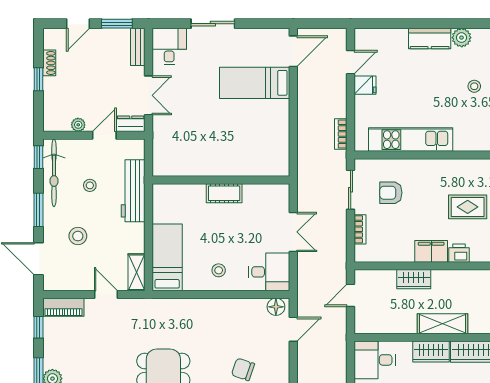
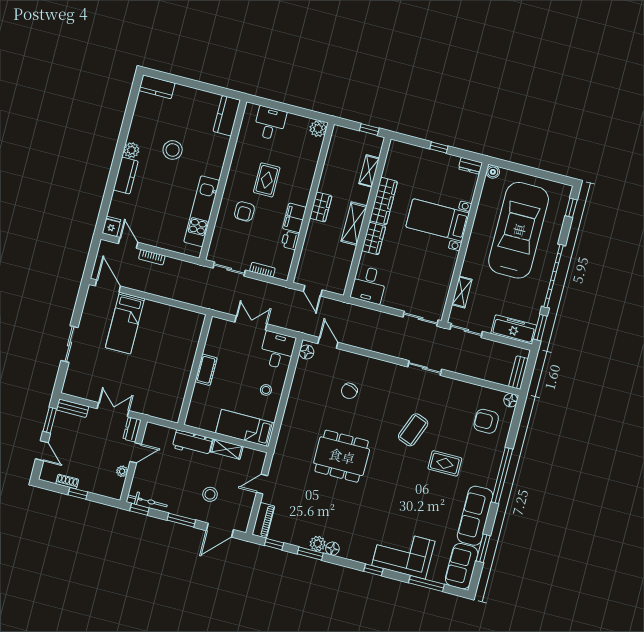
desk: (169, 46) -> (79, 383), removed
fridge: (365, 85) -> (111, 226), moved
stool: (474, 86) -> (173, 150), width x1.89, depth x1.89
bookcase: (341, 134) -> (152, 257), moved
door: (104, 135) -> (136, 453), swing flipped
bicycle: (54, 173) -> (147, 501), width x0.73, depth x0.71
stool: (90, 185) -> (172, 474), removed
workbench: (133, 191) -> (192, 443), width x0.73
armchair: (391, 193) -> (244, 211), moved
printer: (459, 253) -> (290, 240), moved
shelving: (137, 272) -> (227, 449), moved
wardrobe: (414, 279) -> (321, 207), moved

